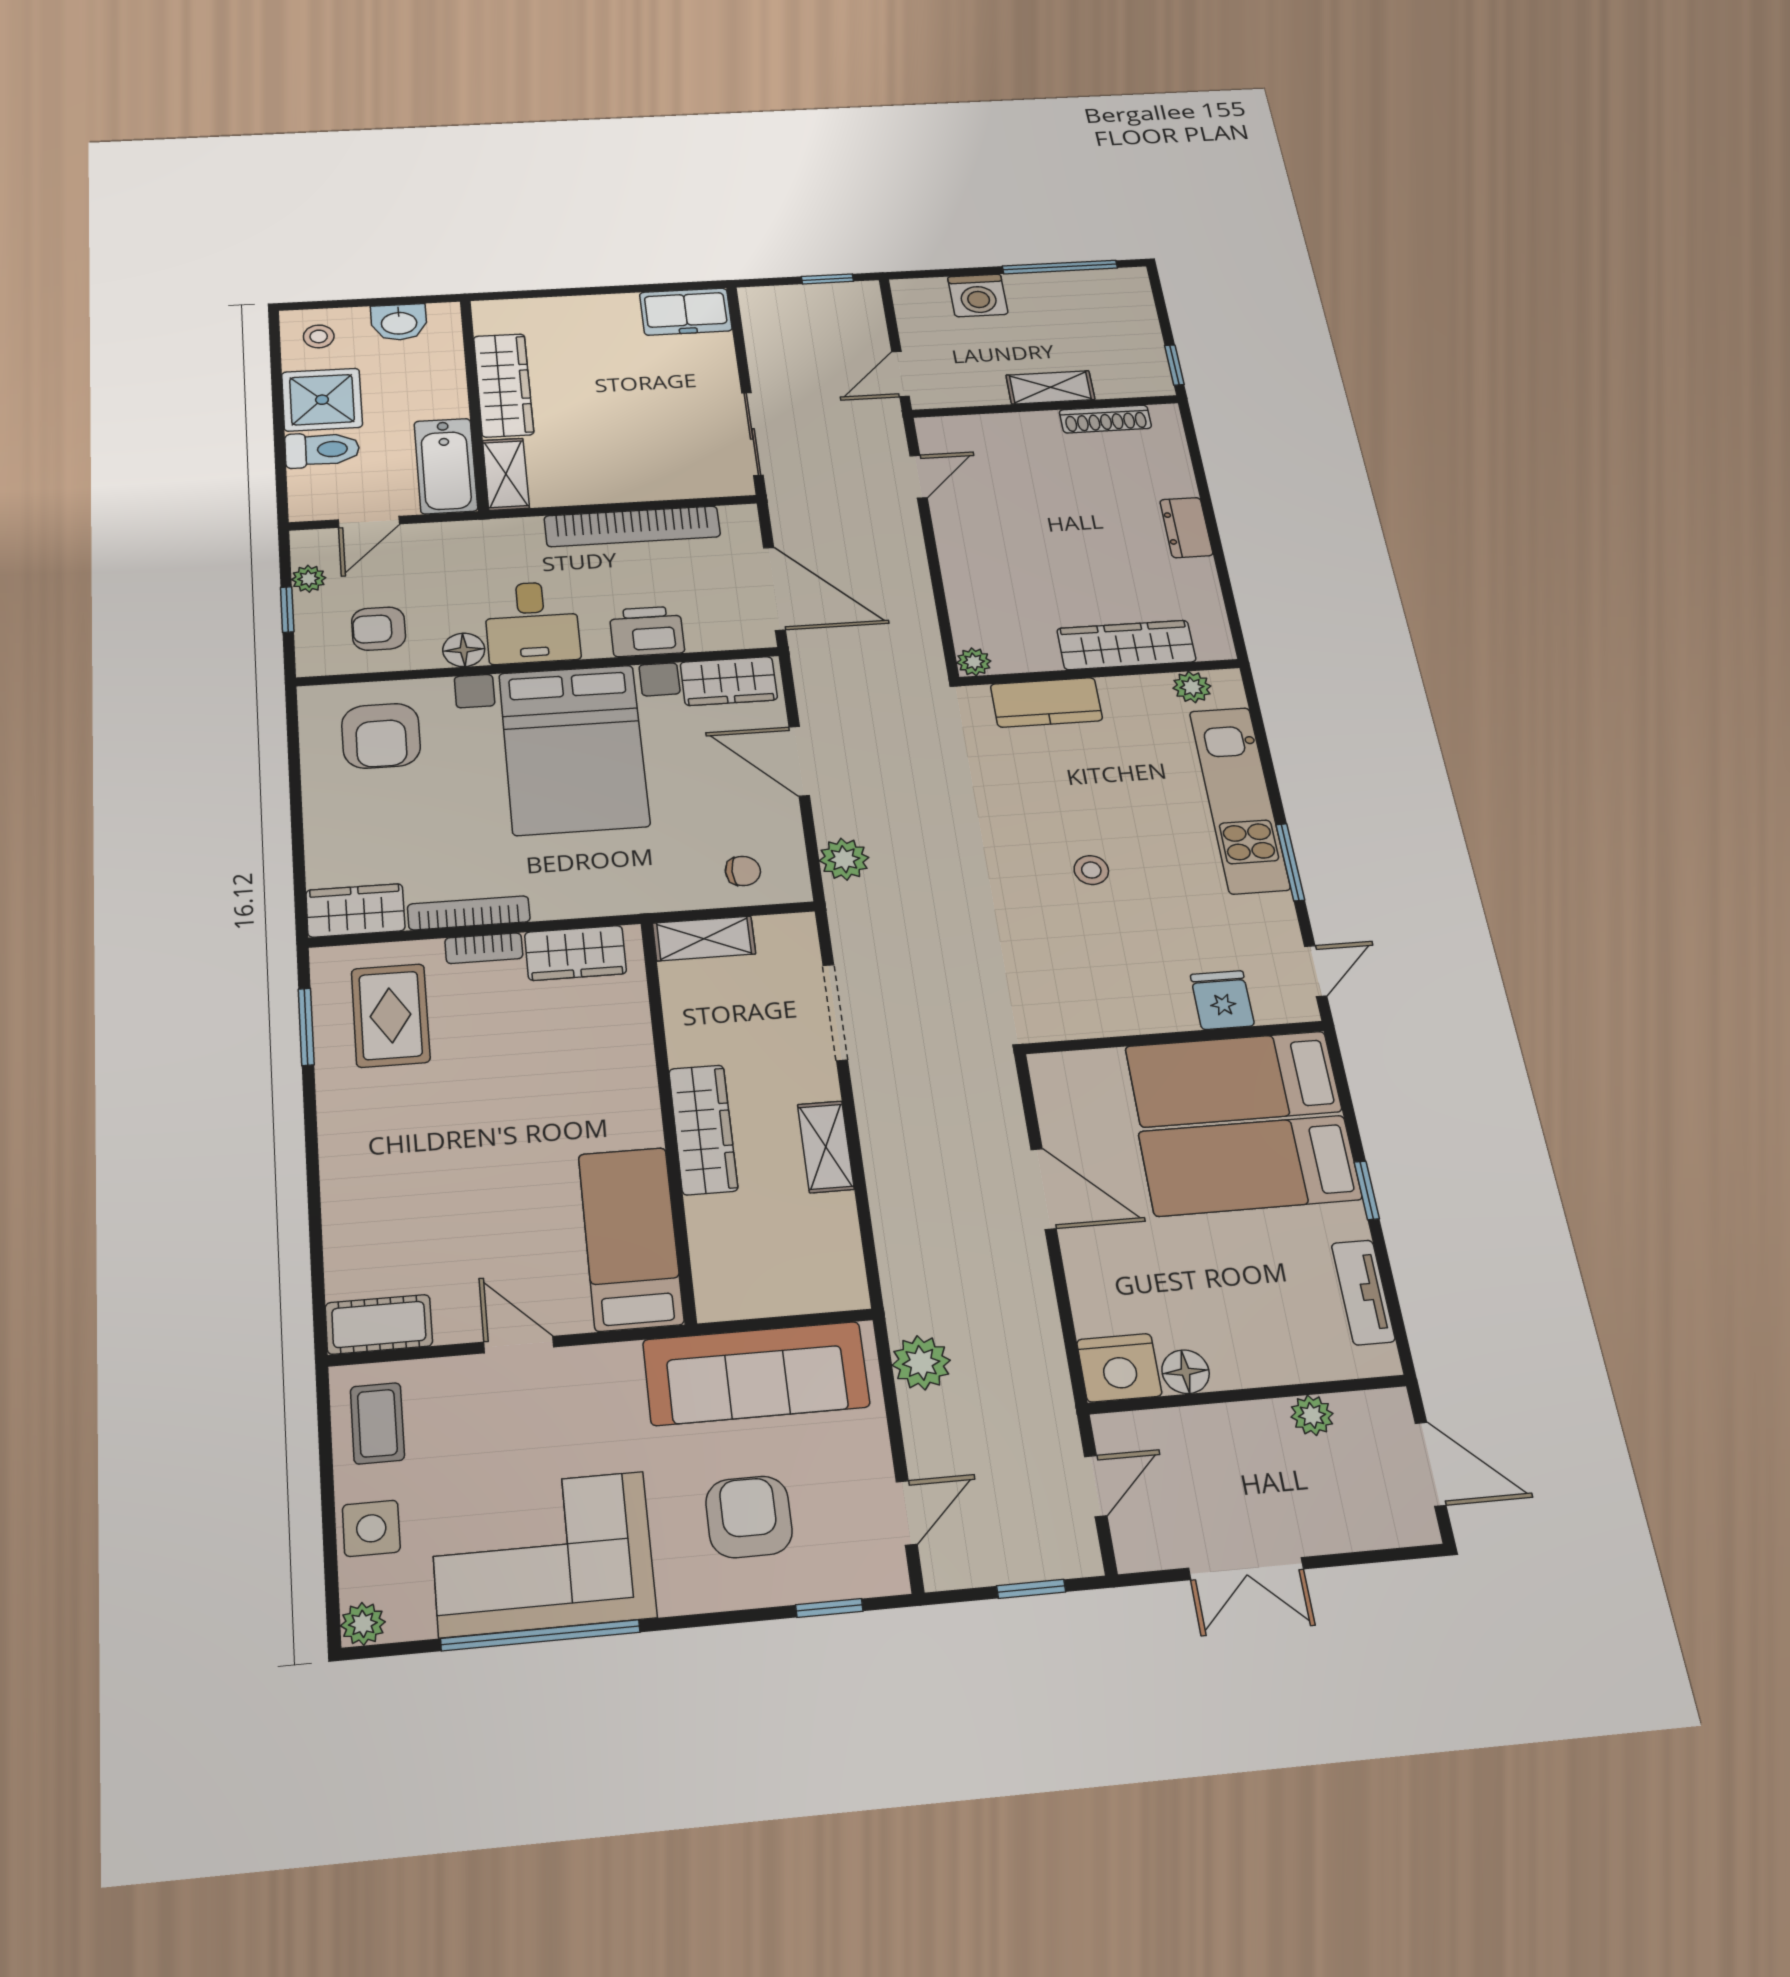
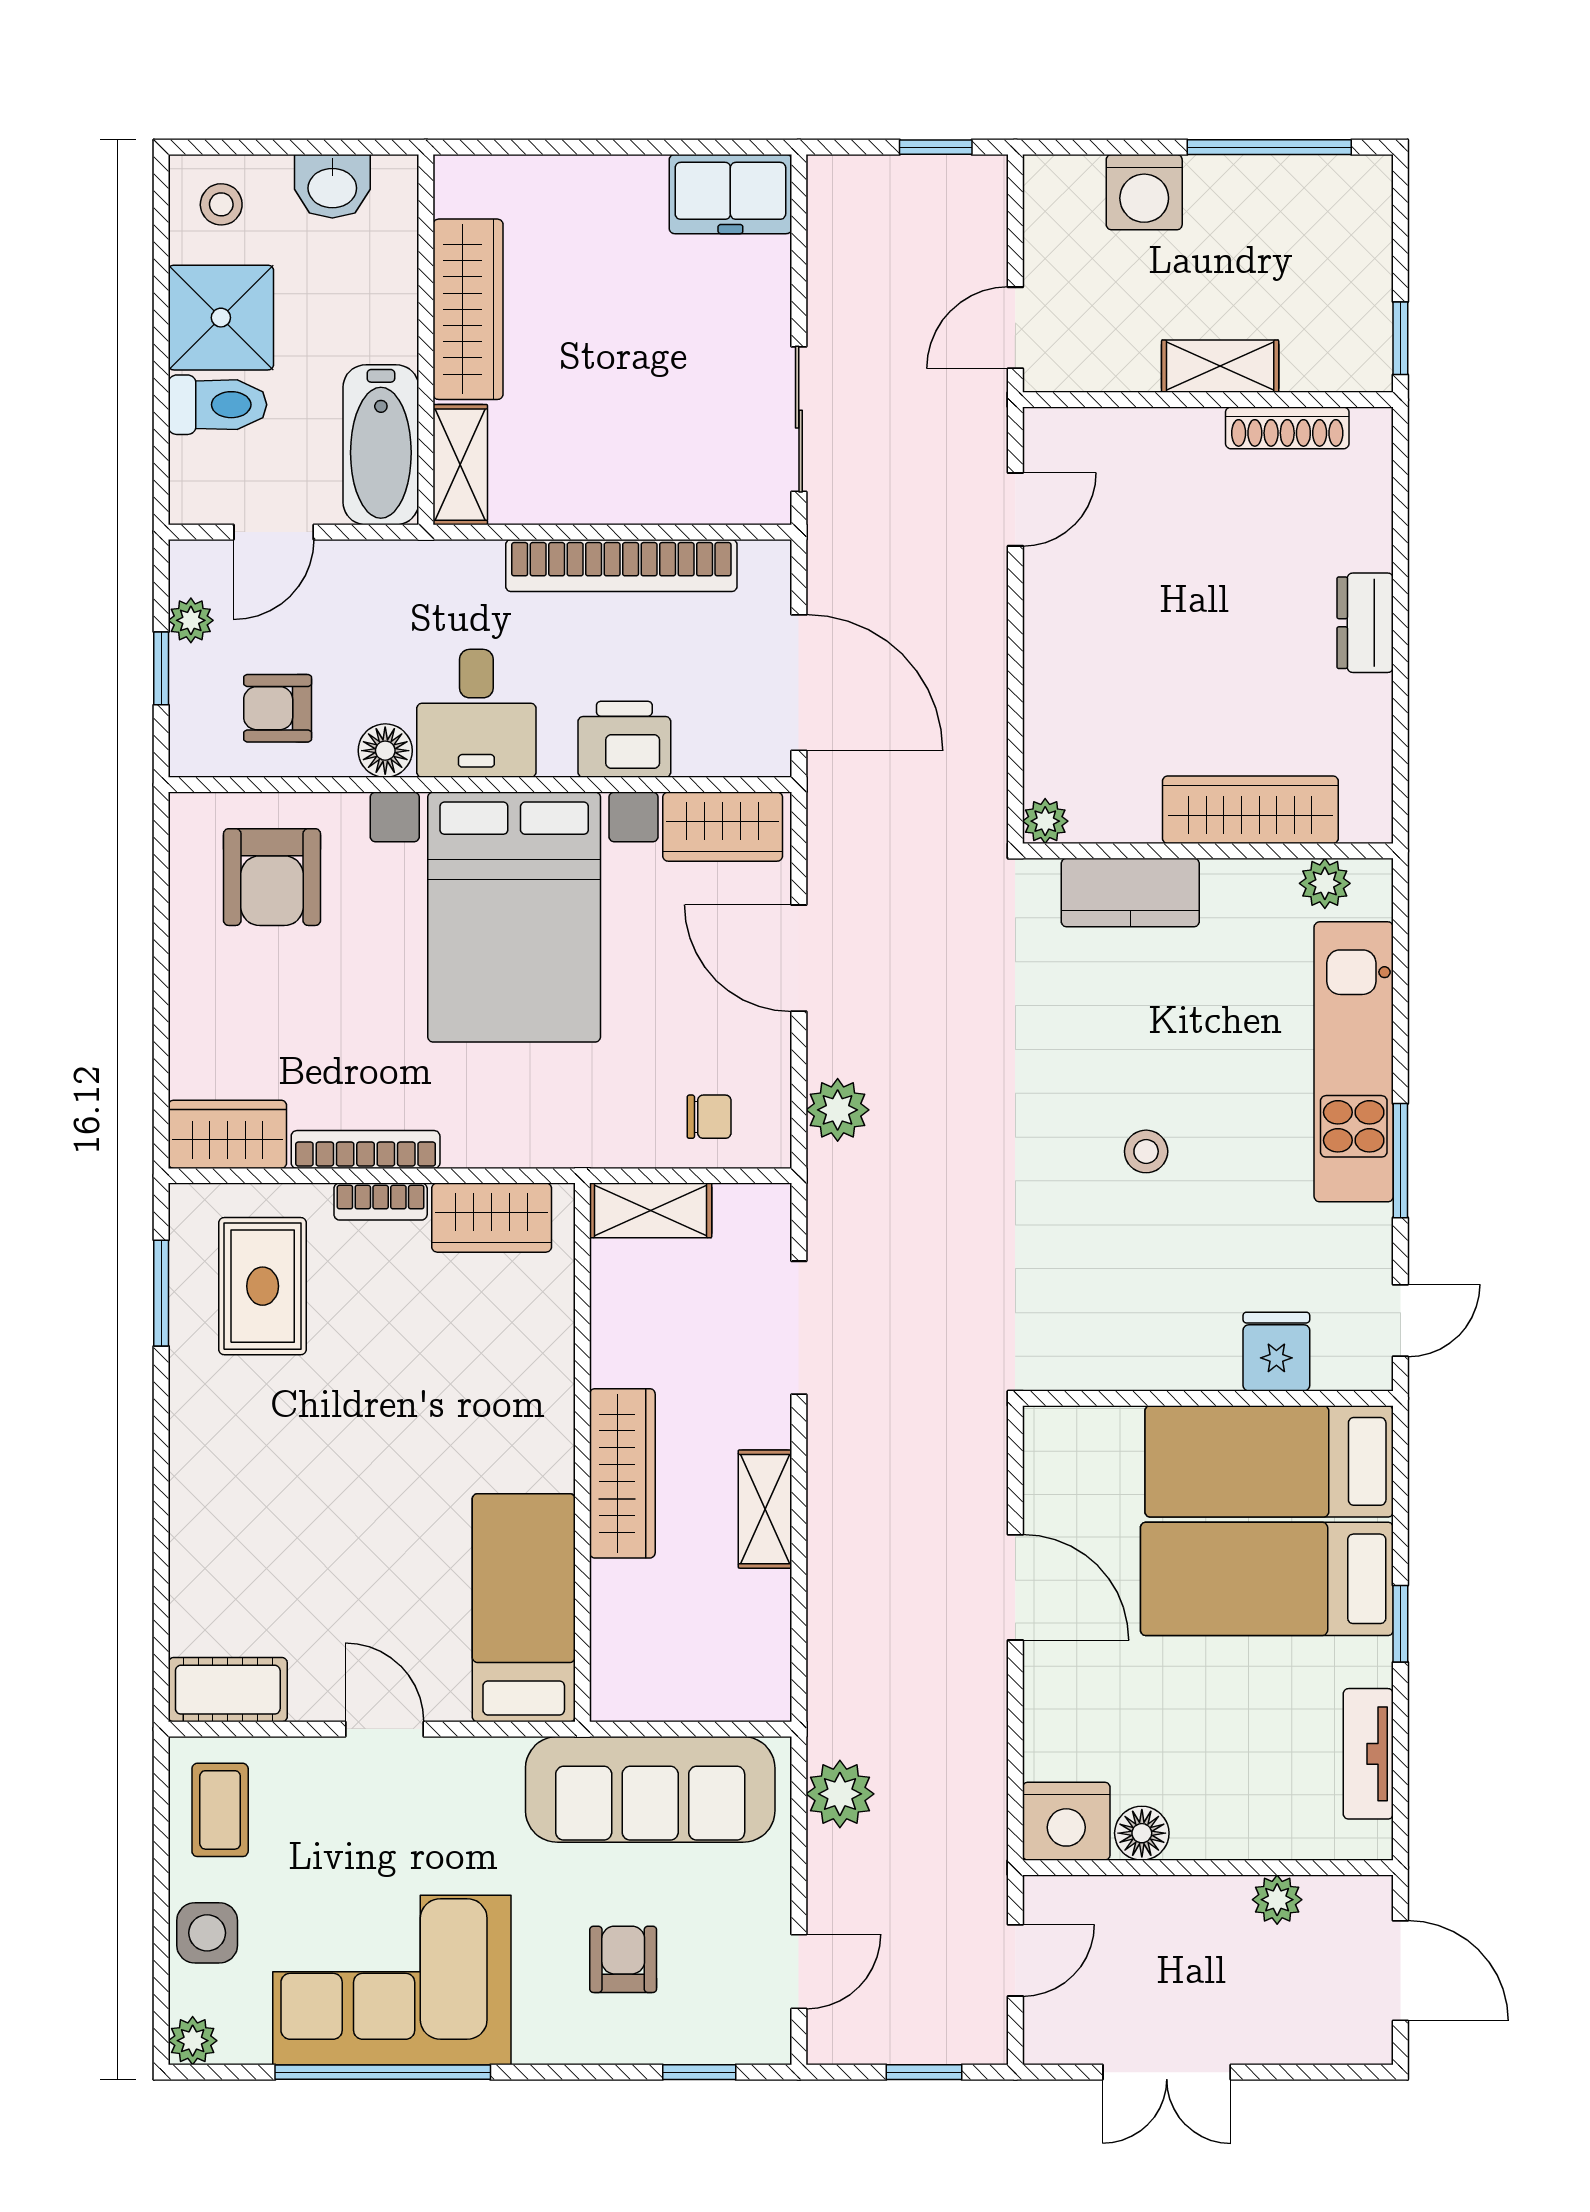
armchair: (749, 1517) -> (623, 1959), width x0.72, depth x0.72

